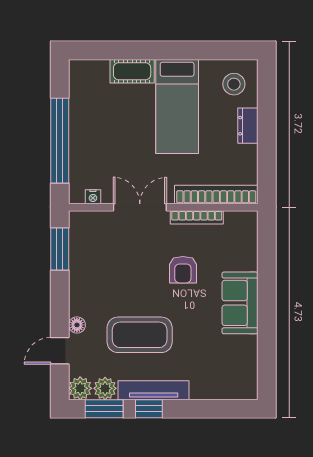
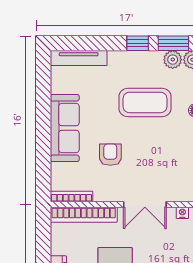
bookcase: (197, 217) -> (72, 196), moved
sofa: (240, 303) -> (65, 128), width x1.36
tv unit: (154, 390) -> (79, 58), moved

